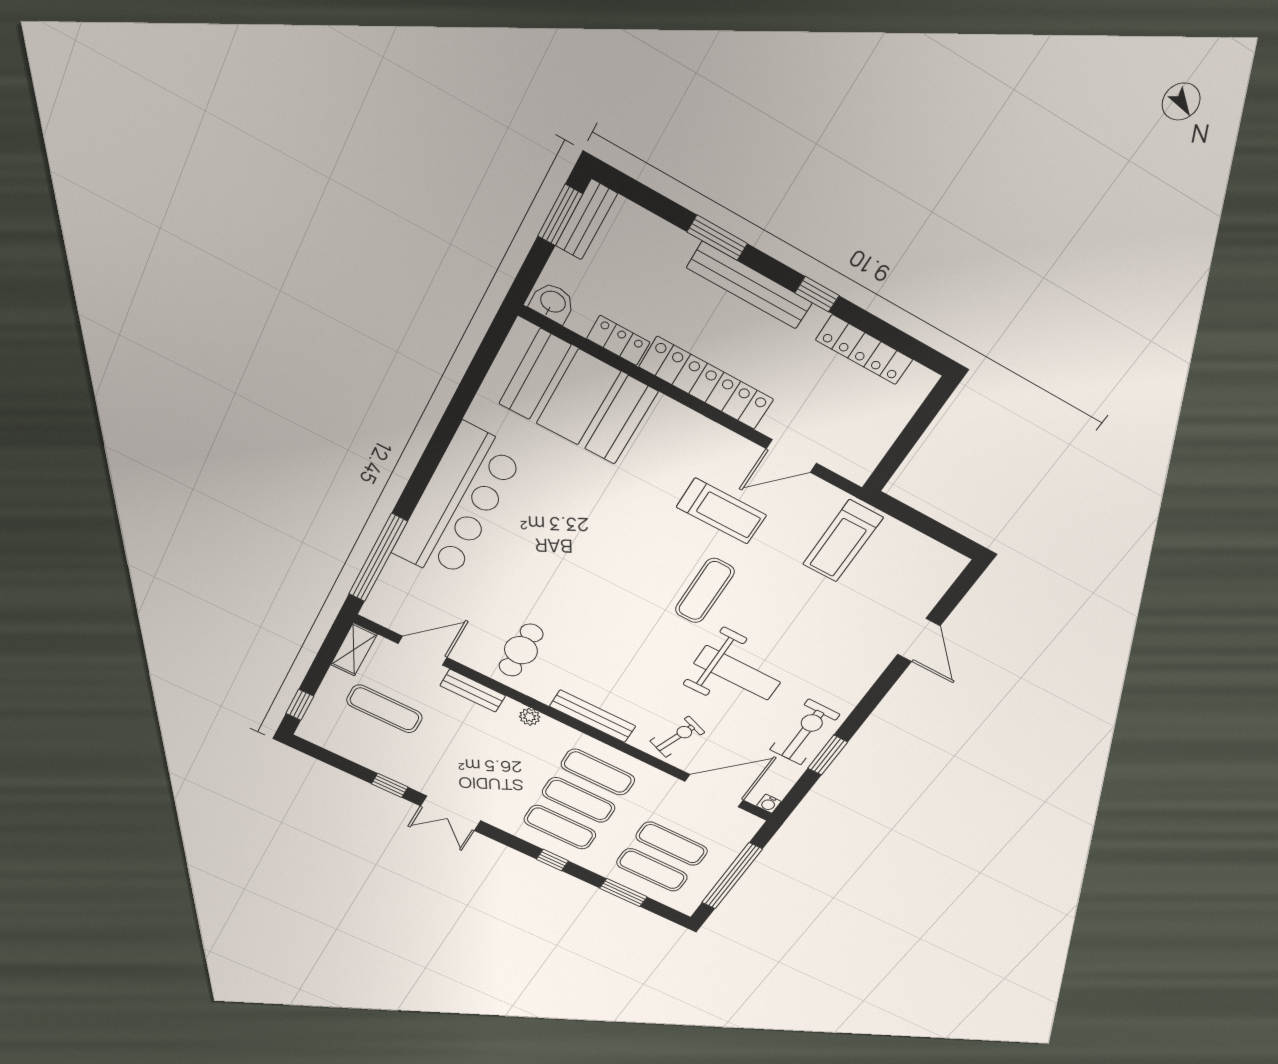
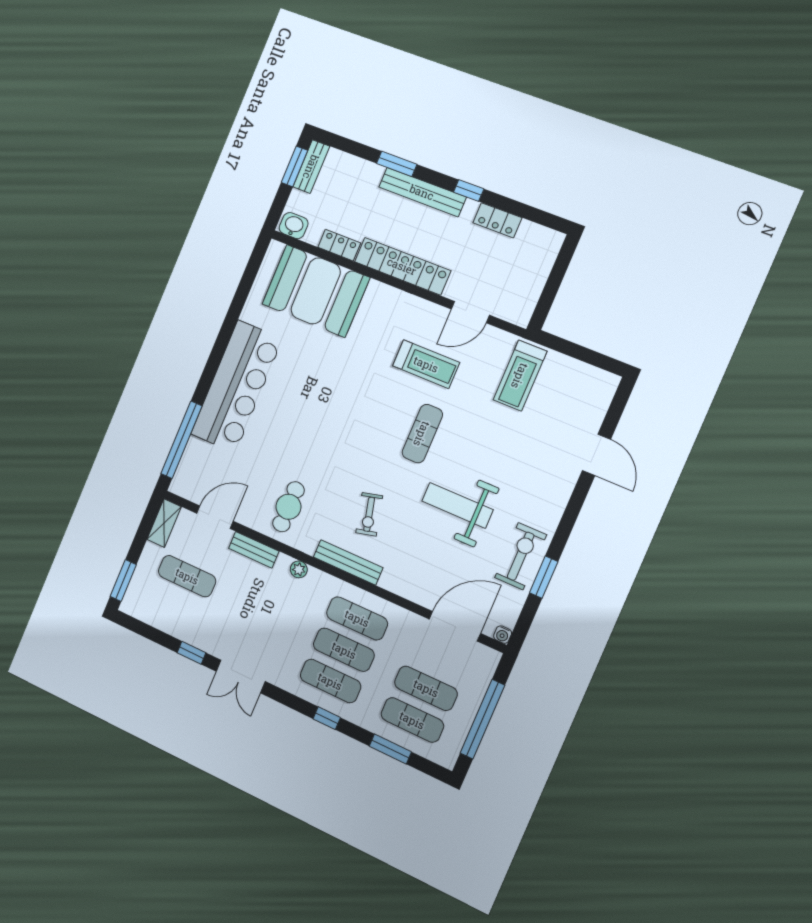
locker: (864, 350) -> (497, 220), width x0.66
weight bench: (737, 673) -> (457, 505), turned 180
window: (300, 705) -> (123, 581), width x1.50
exercise bike: (677, 737) -> (369, 514), moved, turned 145

